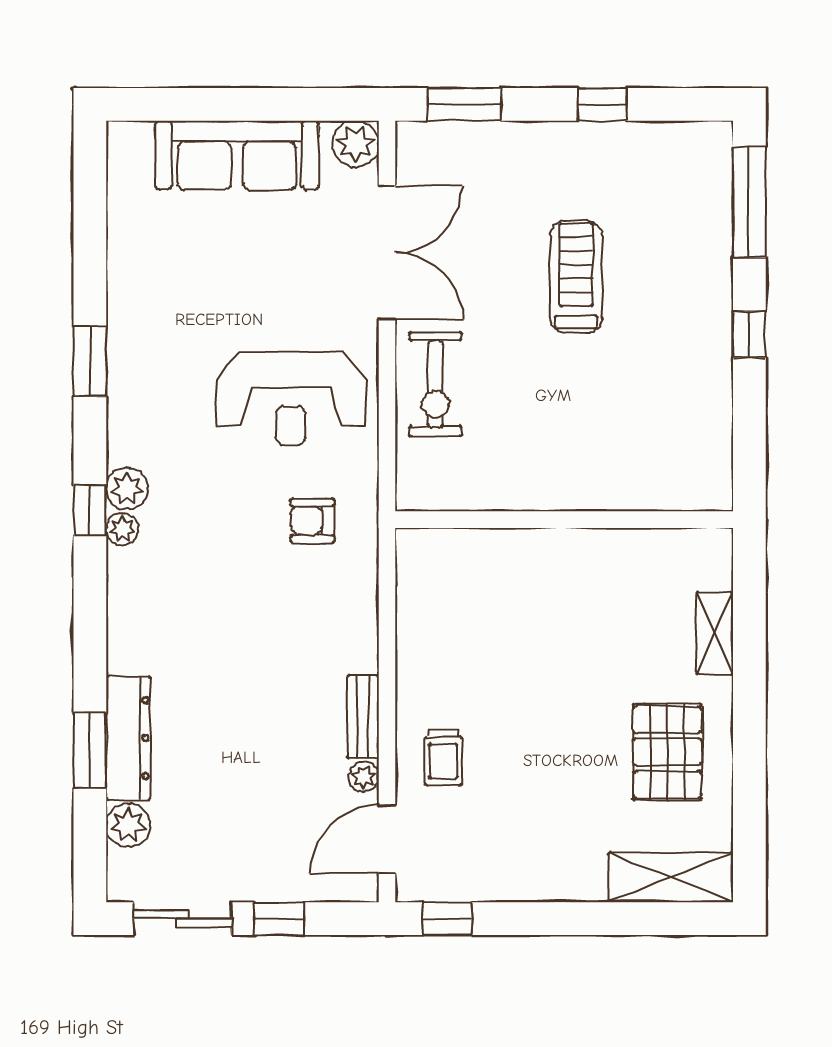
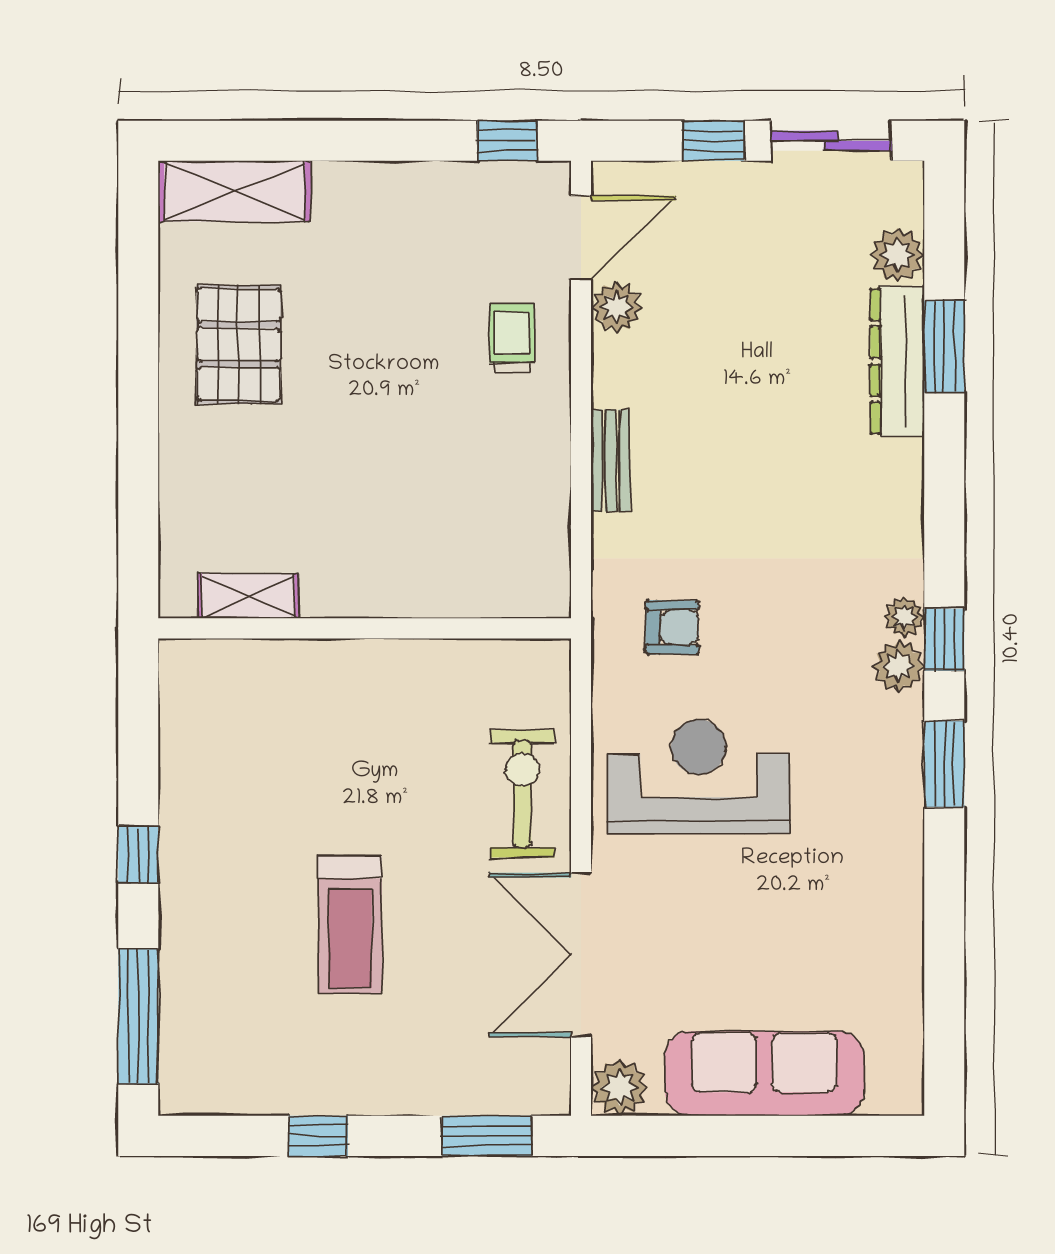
window: (90, 361) -> (944, 764), moved
shelving: (715, 633) -> (248, 596), moved, turned 90
bench: (363, 717) -> (610, 460), moved
plant: (364, 777) -> (616, 307), width x1.38, depth x1.38

